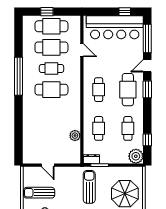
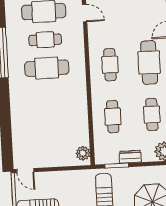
plant: (75, 136) -> (83, 153), moved
dresser: (91, 159) -> (130, 157), moved
door: (48, 165) -> (25, 171), moved

